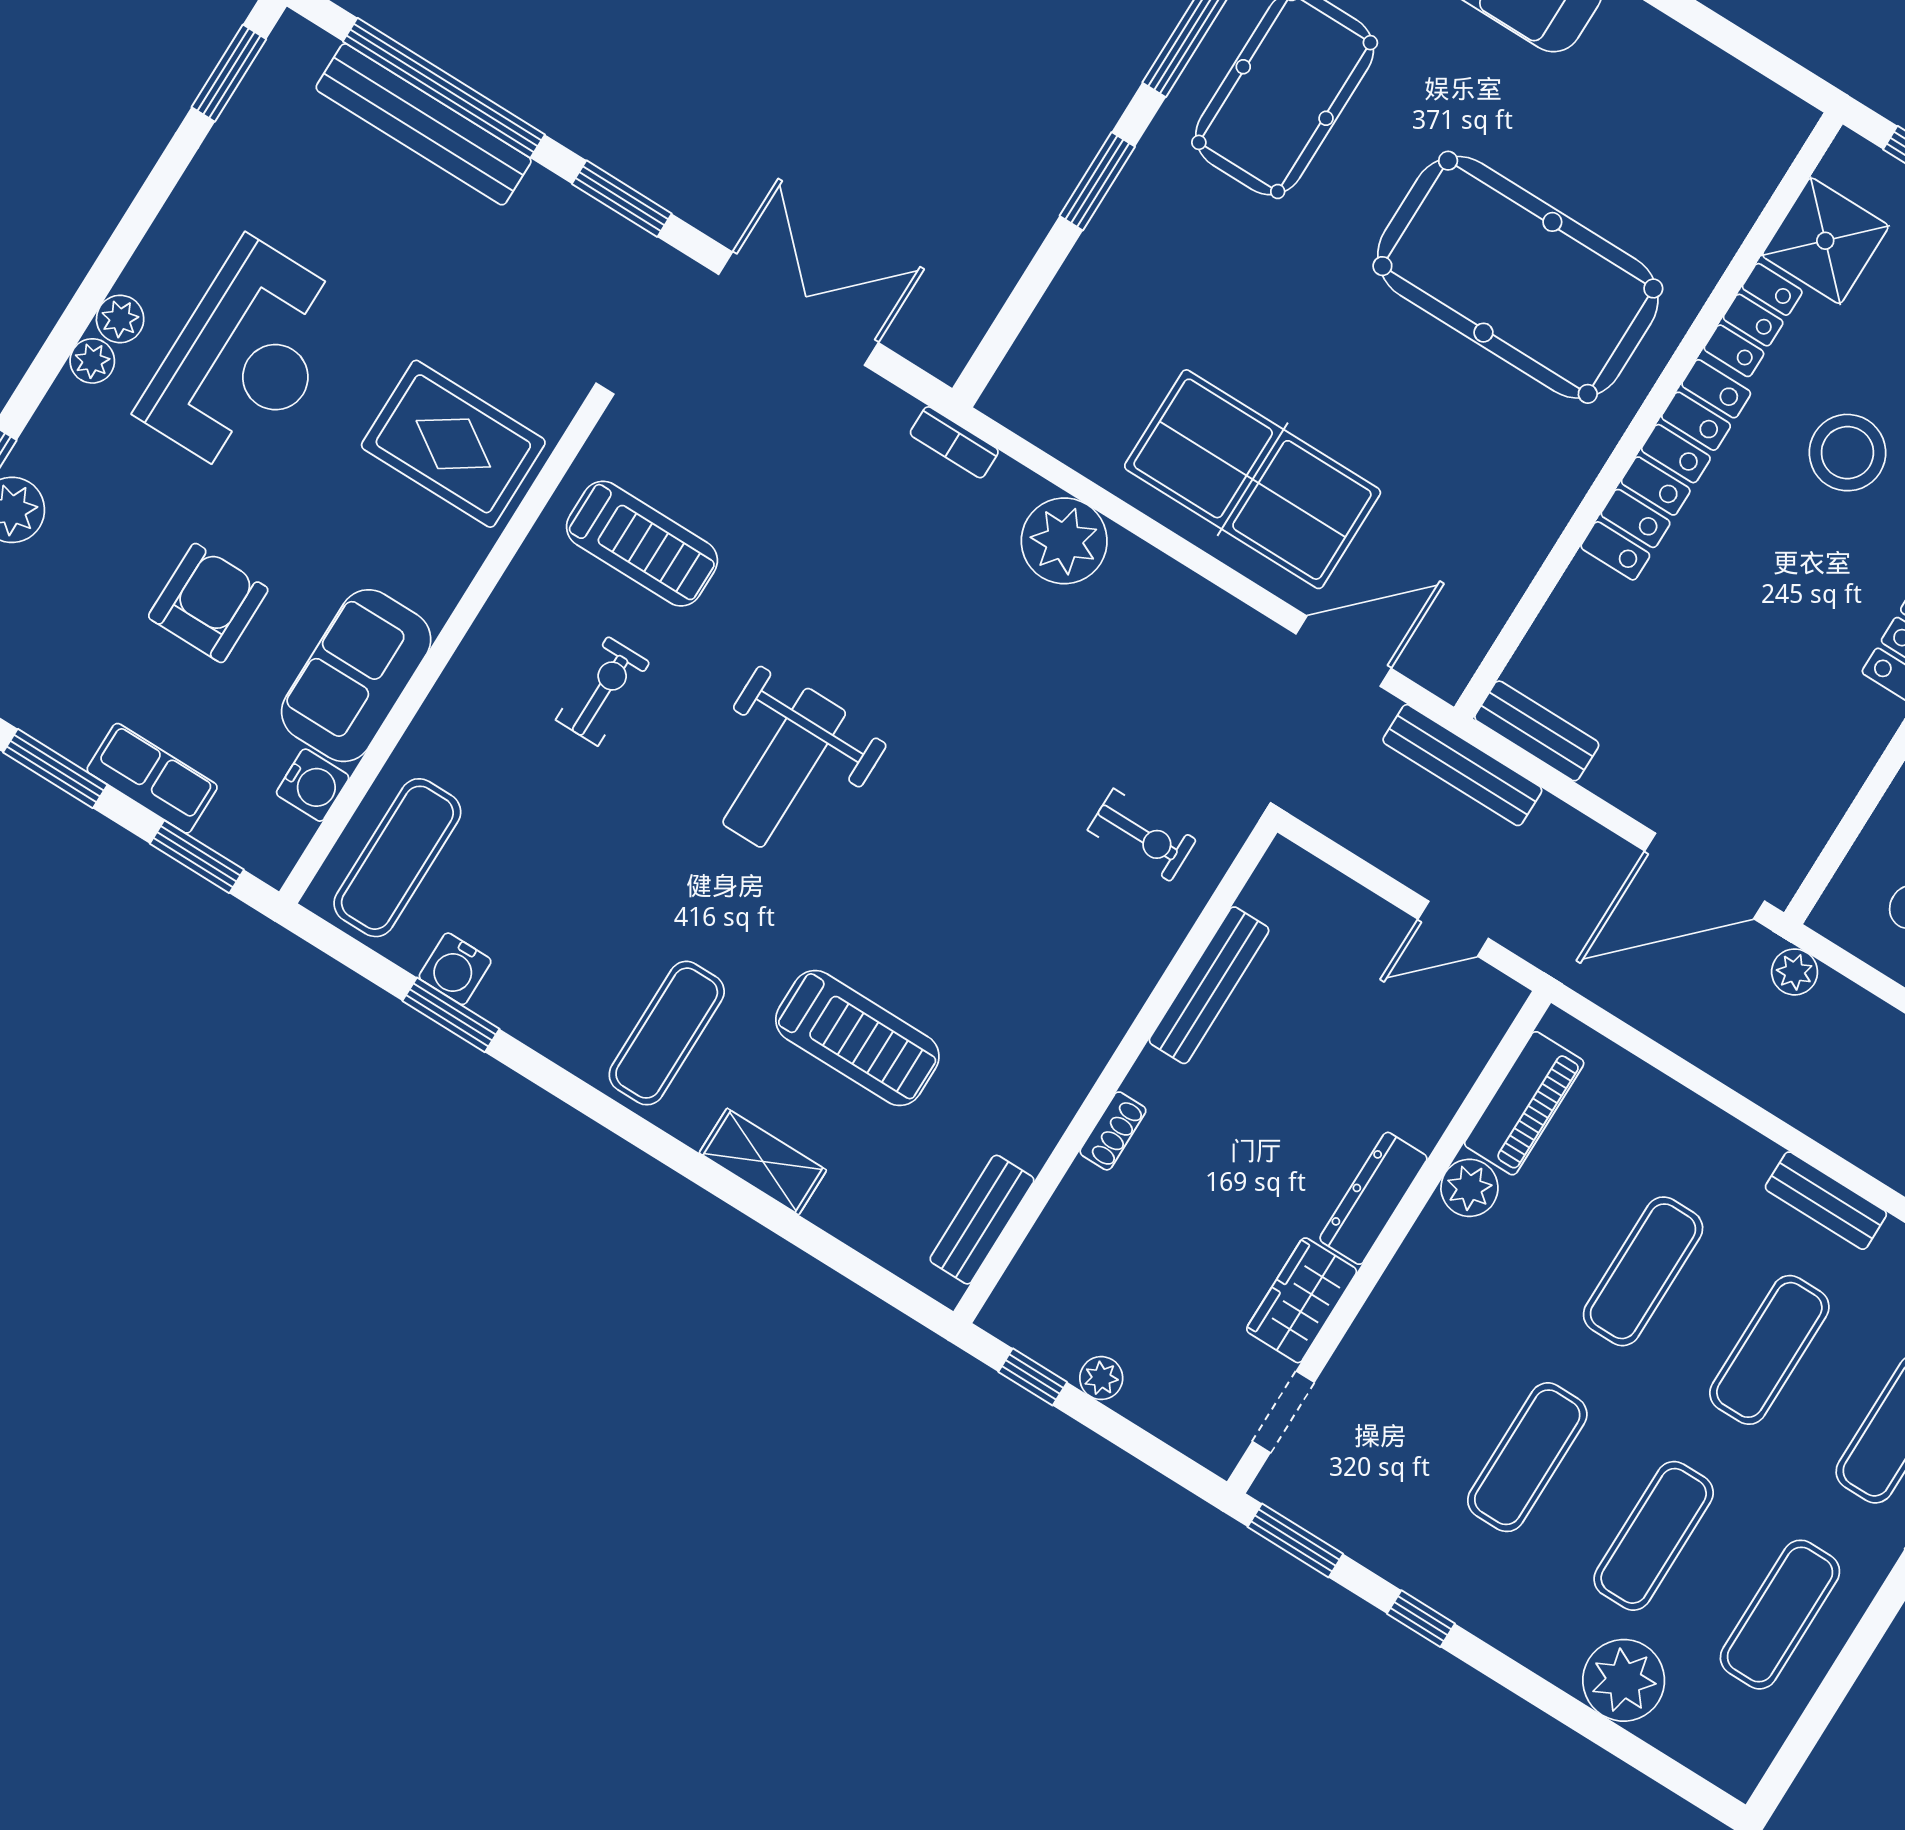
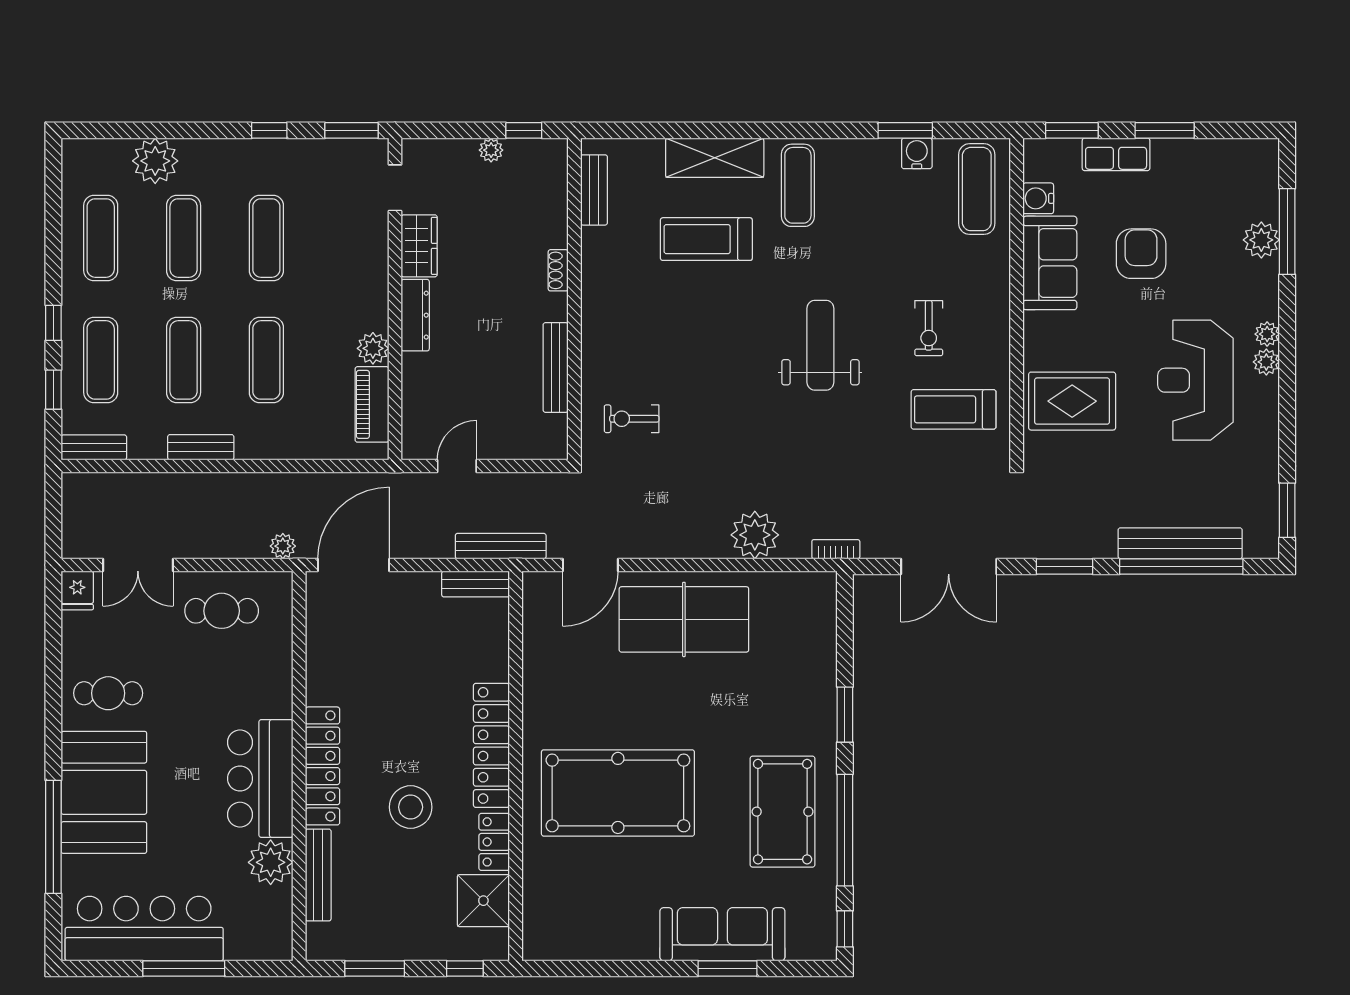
armchair: (208, 603) -> (1141, 254), turned 180
shelving: (763, 1161) -> (715, 158), width x1.50, depth x1.33

